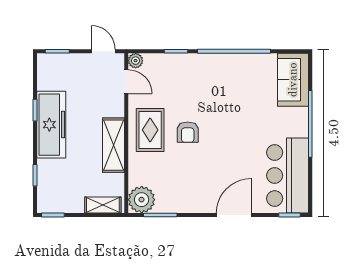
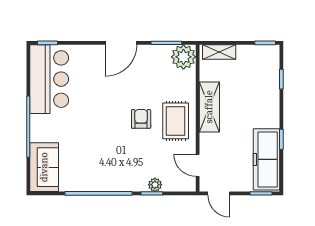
plant: (136, 61) -> (155, 185), moved
freezer: (51, 125) -> (266, 159), moved
door: (234, 215) -> (121, 43), moved

